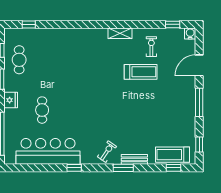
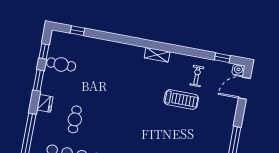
shelving: (120, 33) -> (157, 55), moved
cafe table: (19, 60) -> (61, 64), turned 90
door: (199, 65) -> (244, 88), moved

